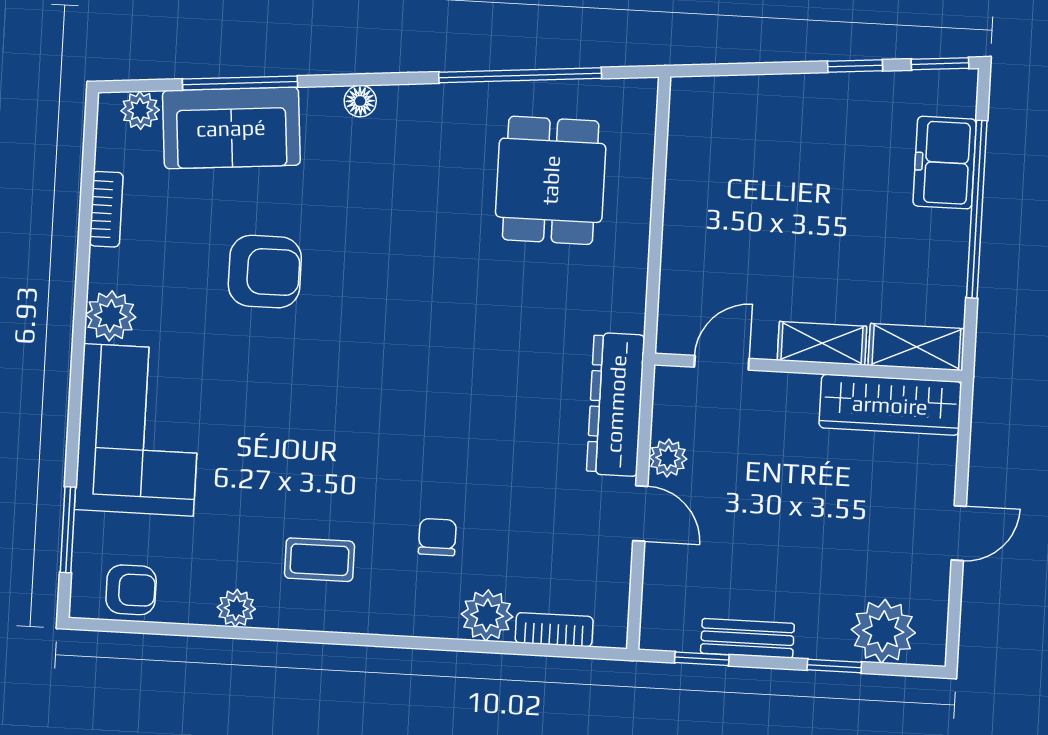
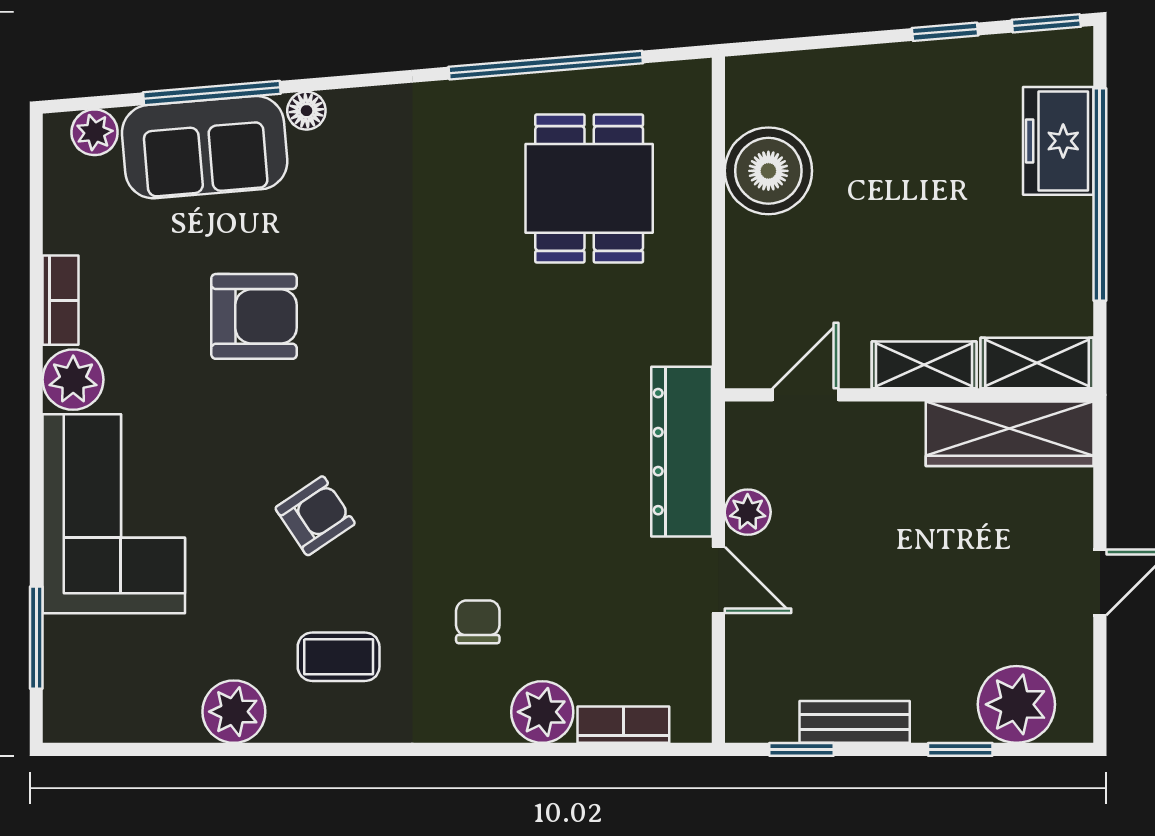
floor lamp: (360, 101) -> (306, 111), moved
boiler: (701, 174) -> (768, 171), added
bookcase: (106, 209) -> (61, 300), moved
armchair: (131, 590) -> (315, 516), moved, turned -34
plant: (236, 608) -> (234, 712), width x1.38, depth x1.38

